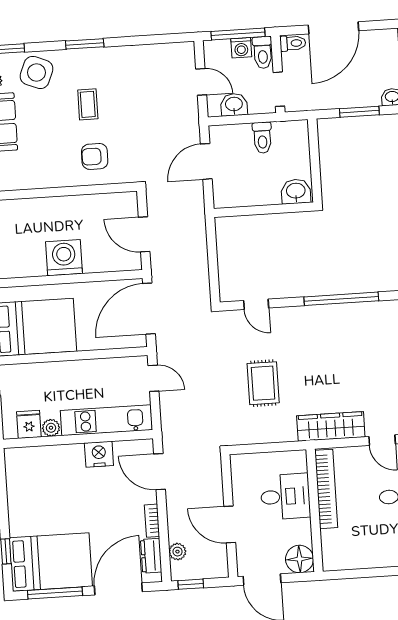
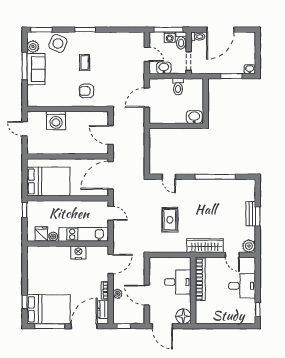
washing machine: (64, 258) -> (56, 120), moved, turned 180
door: (160, 472) -> (111, 264), swing flipped
plant: (177, 552) -> (117, 294), moved

